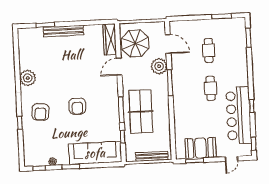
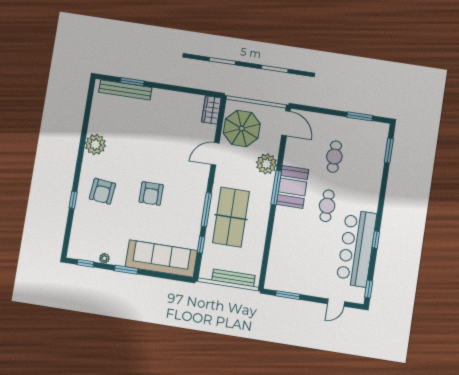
bench: (64, 31) -> (125, 90), moved
wardrobe: (110, 39) -> (211, 110), width x0.67
door: (168, 44) -> (286, 123), moved
booth: (201, 148) -> (292, 187), moved, turned 90

